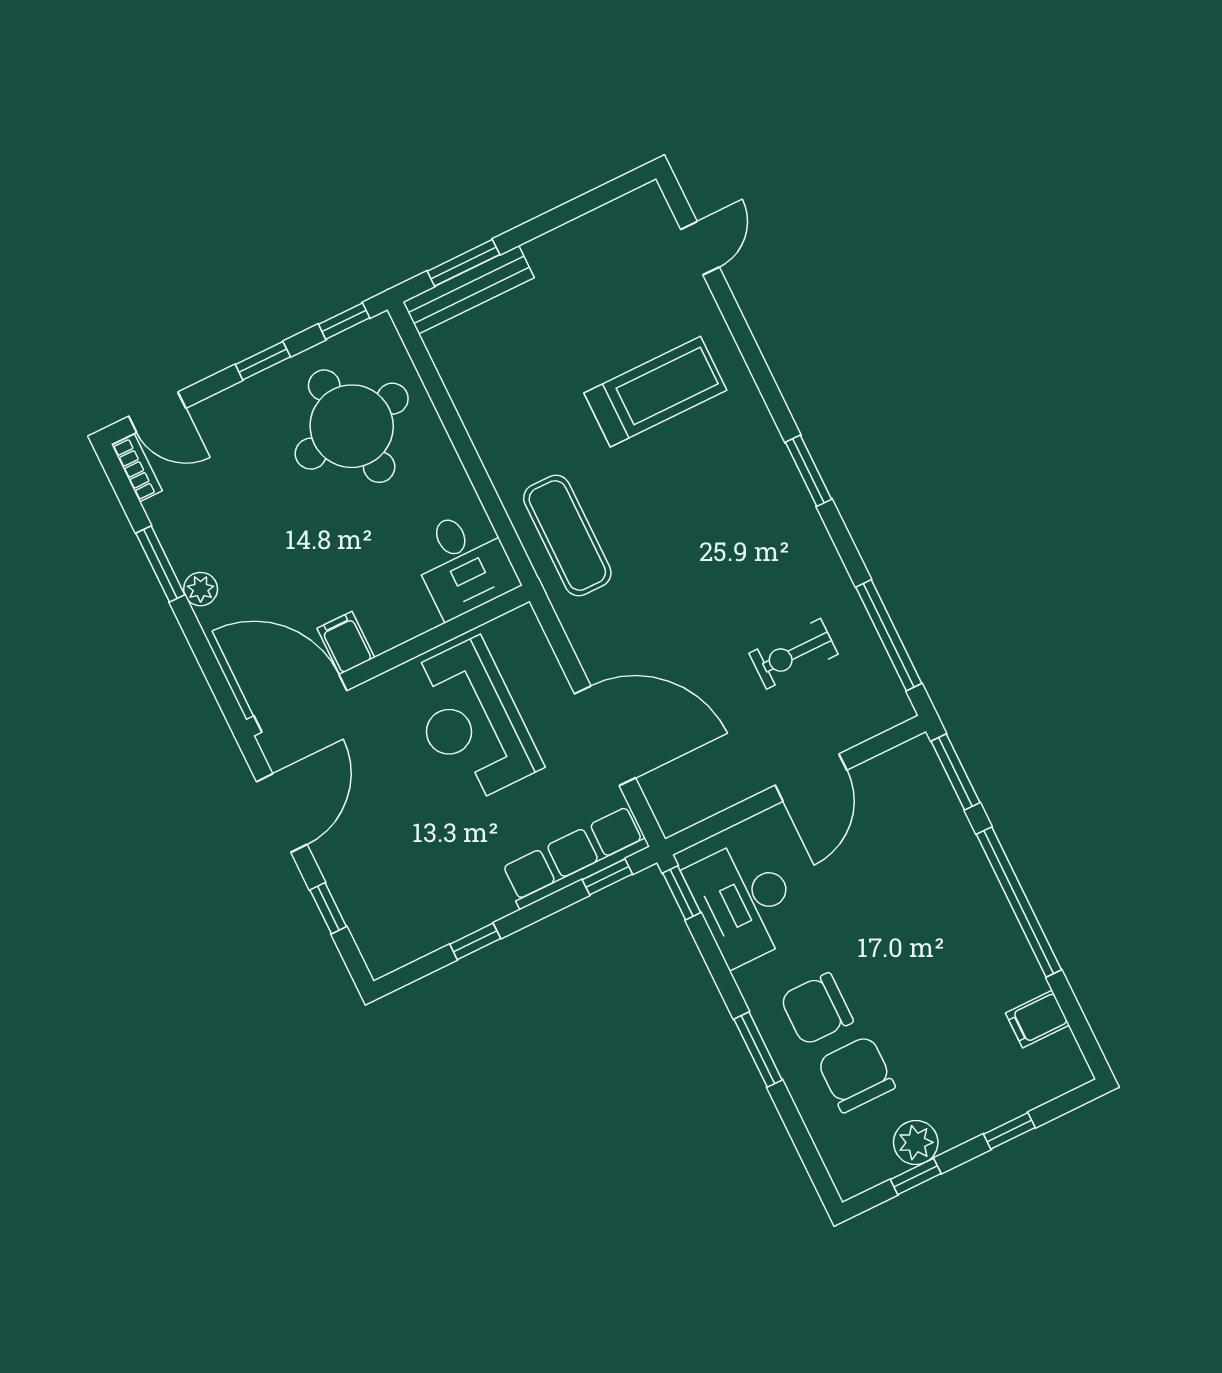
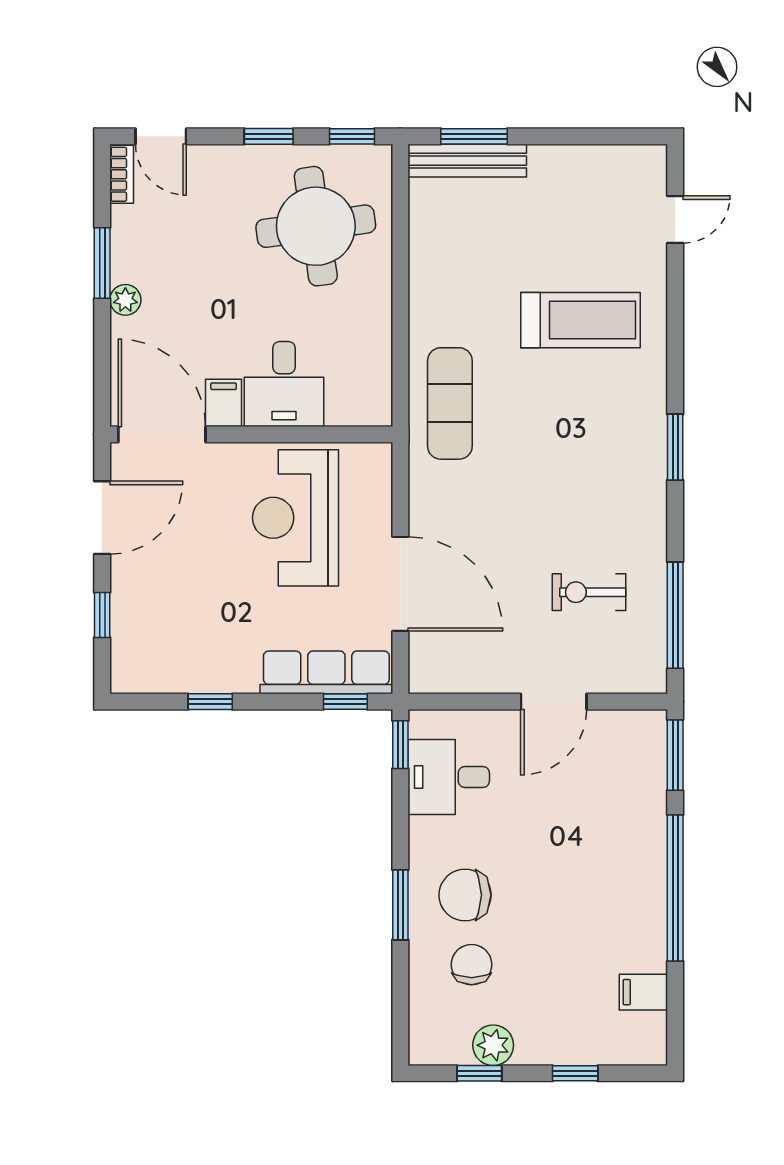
desk: (463, 563) -> (284, 384), moved
desk: (744, 901) -> (449, 777), width x0.73
chair: (856, 1074) -> (472, 965), width x0.73, depth x0.73

